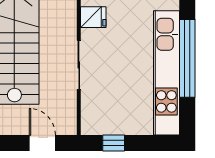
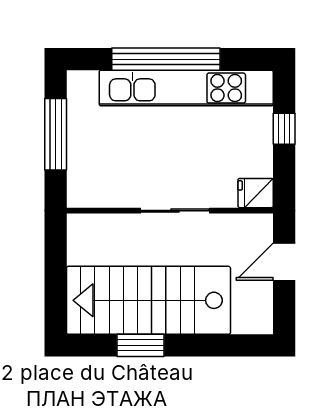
fridge: (93, 17) -> (256, 193), moved, turned -90
window: (114, 143) -> (284, 129), moved

